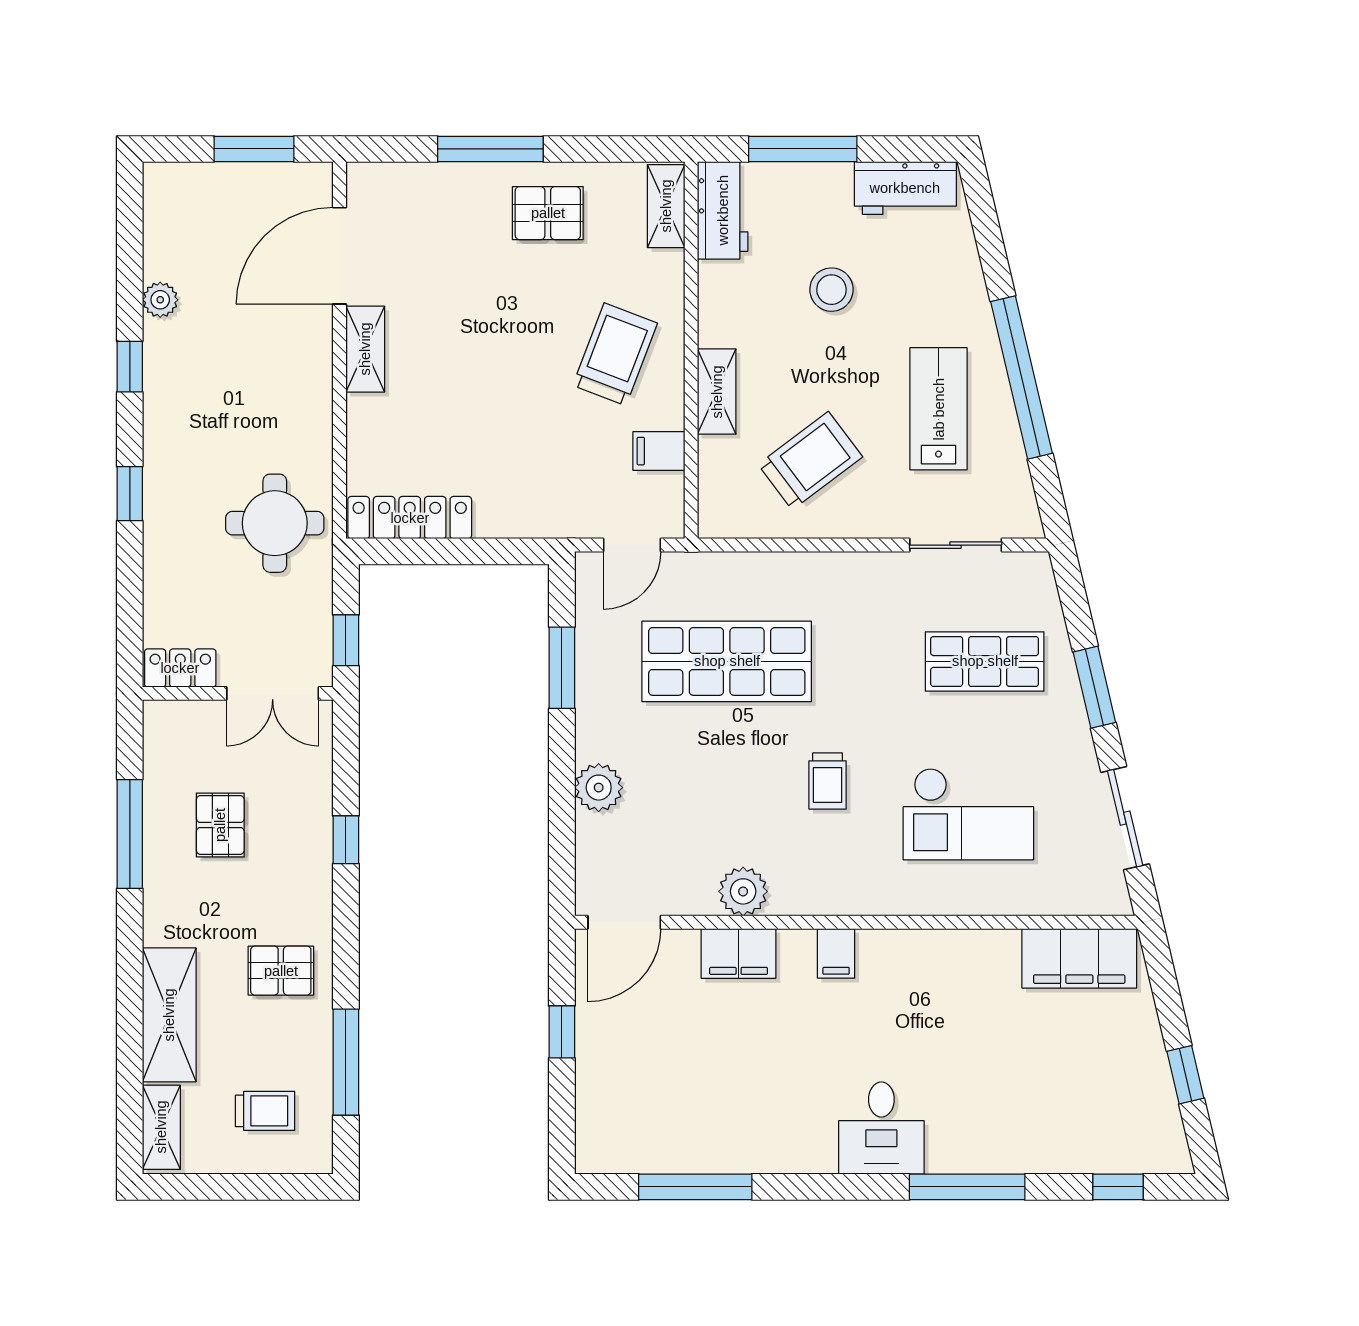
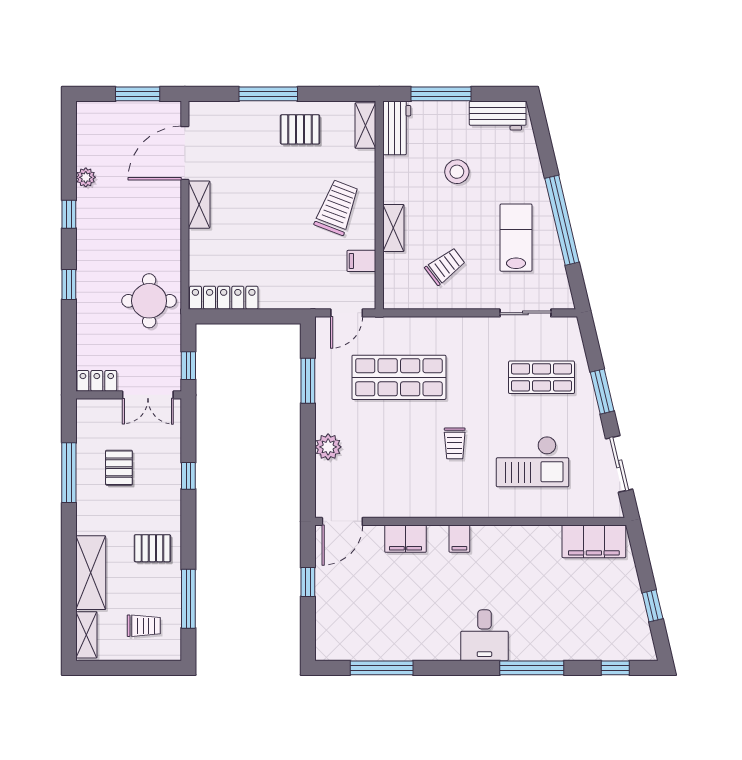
trolley: (810, 461) -> (445, 266), width x0.73, depth x0.72
plant: (743, 891) -> (408, 504), removed

